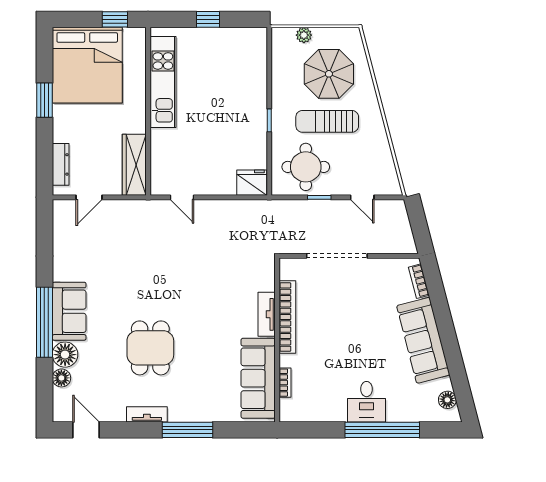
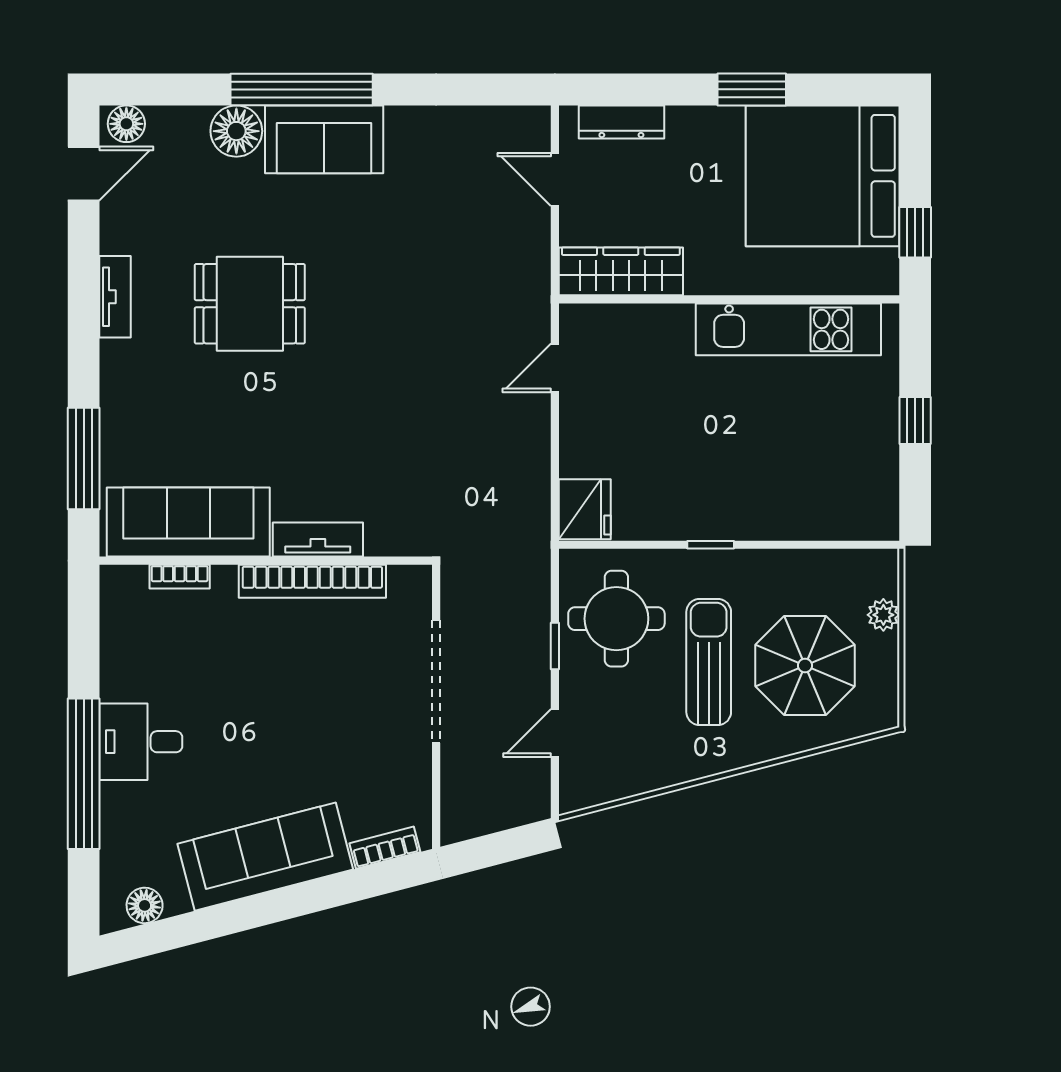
floor lamp: (61, 378) -> (126, 124), moved
window: (188, 430) -> (84, 458), moved

